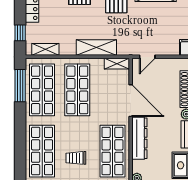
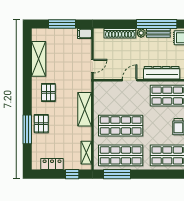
door: (147, 57) -> (92, 66), hinge flipped
shelving: (117, 64) -> (98, 92), removed
door: (131, 101) -> (130, 80), width x0.53

